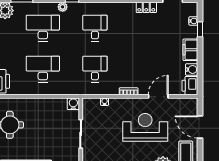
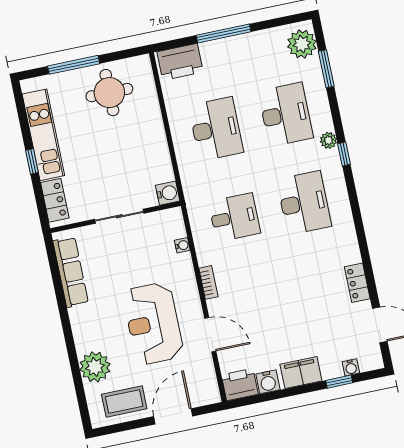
desk: (95, 28) -> (304, 203), width x1.37
reception desk: (145, 127) -> (153, 323), turned 180

